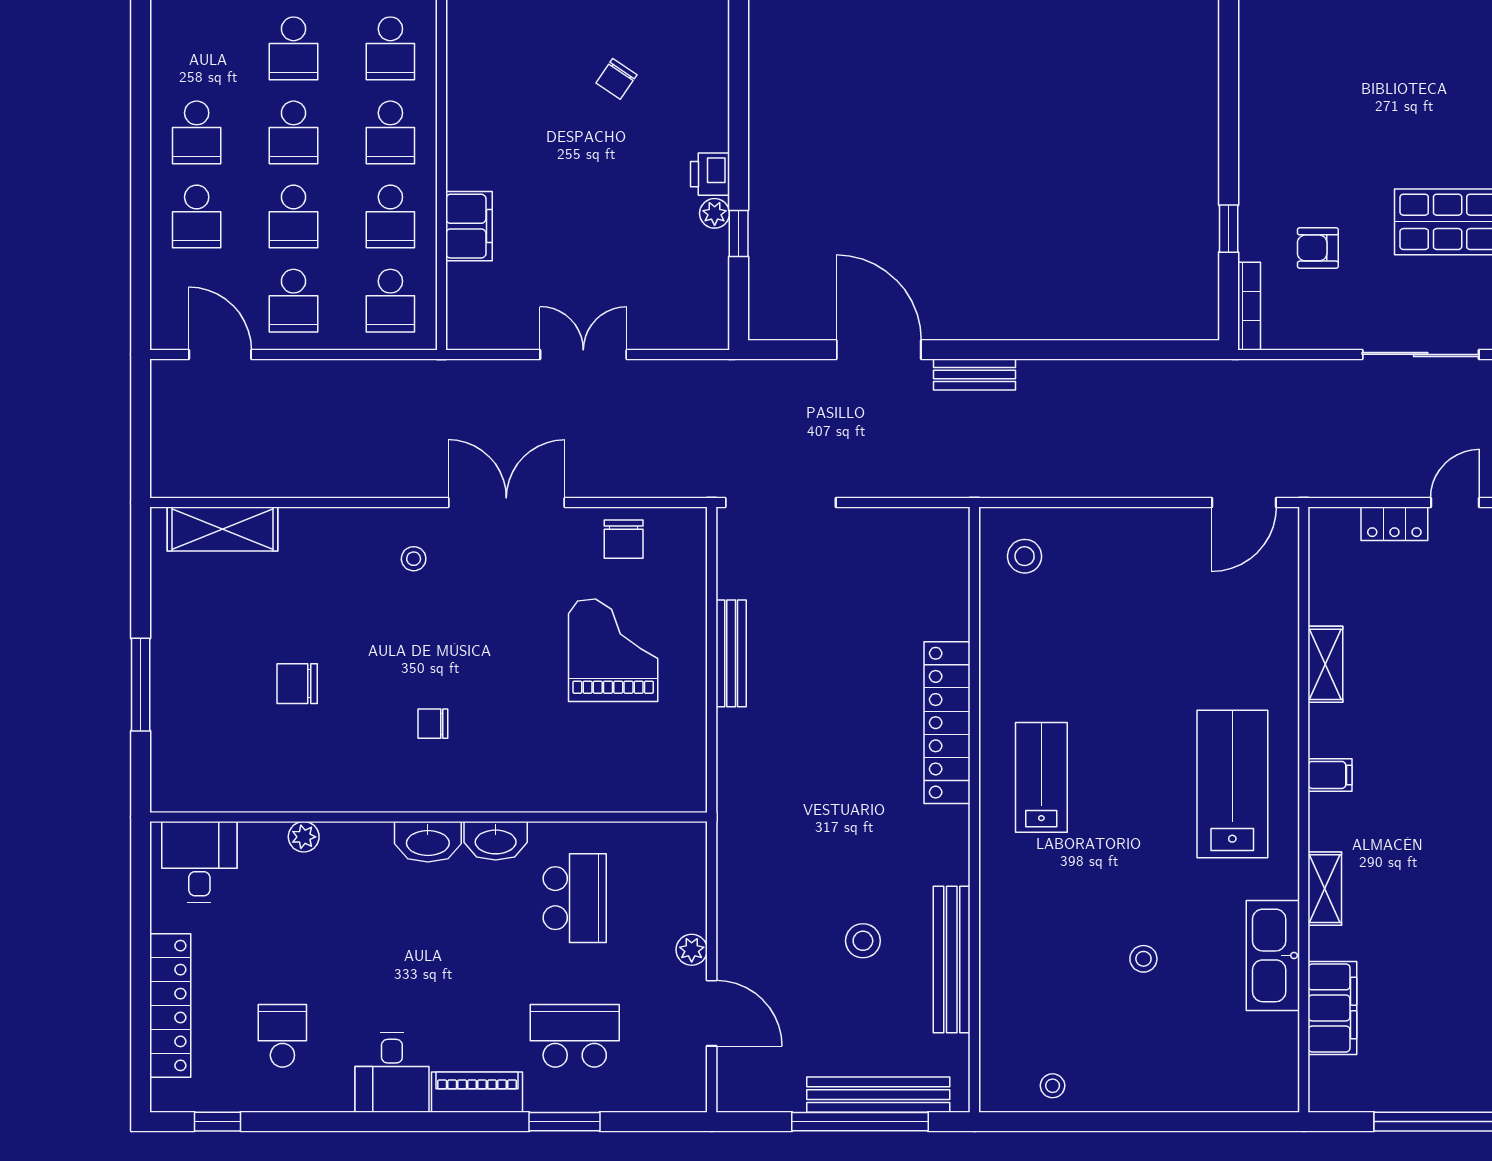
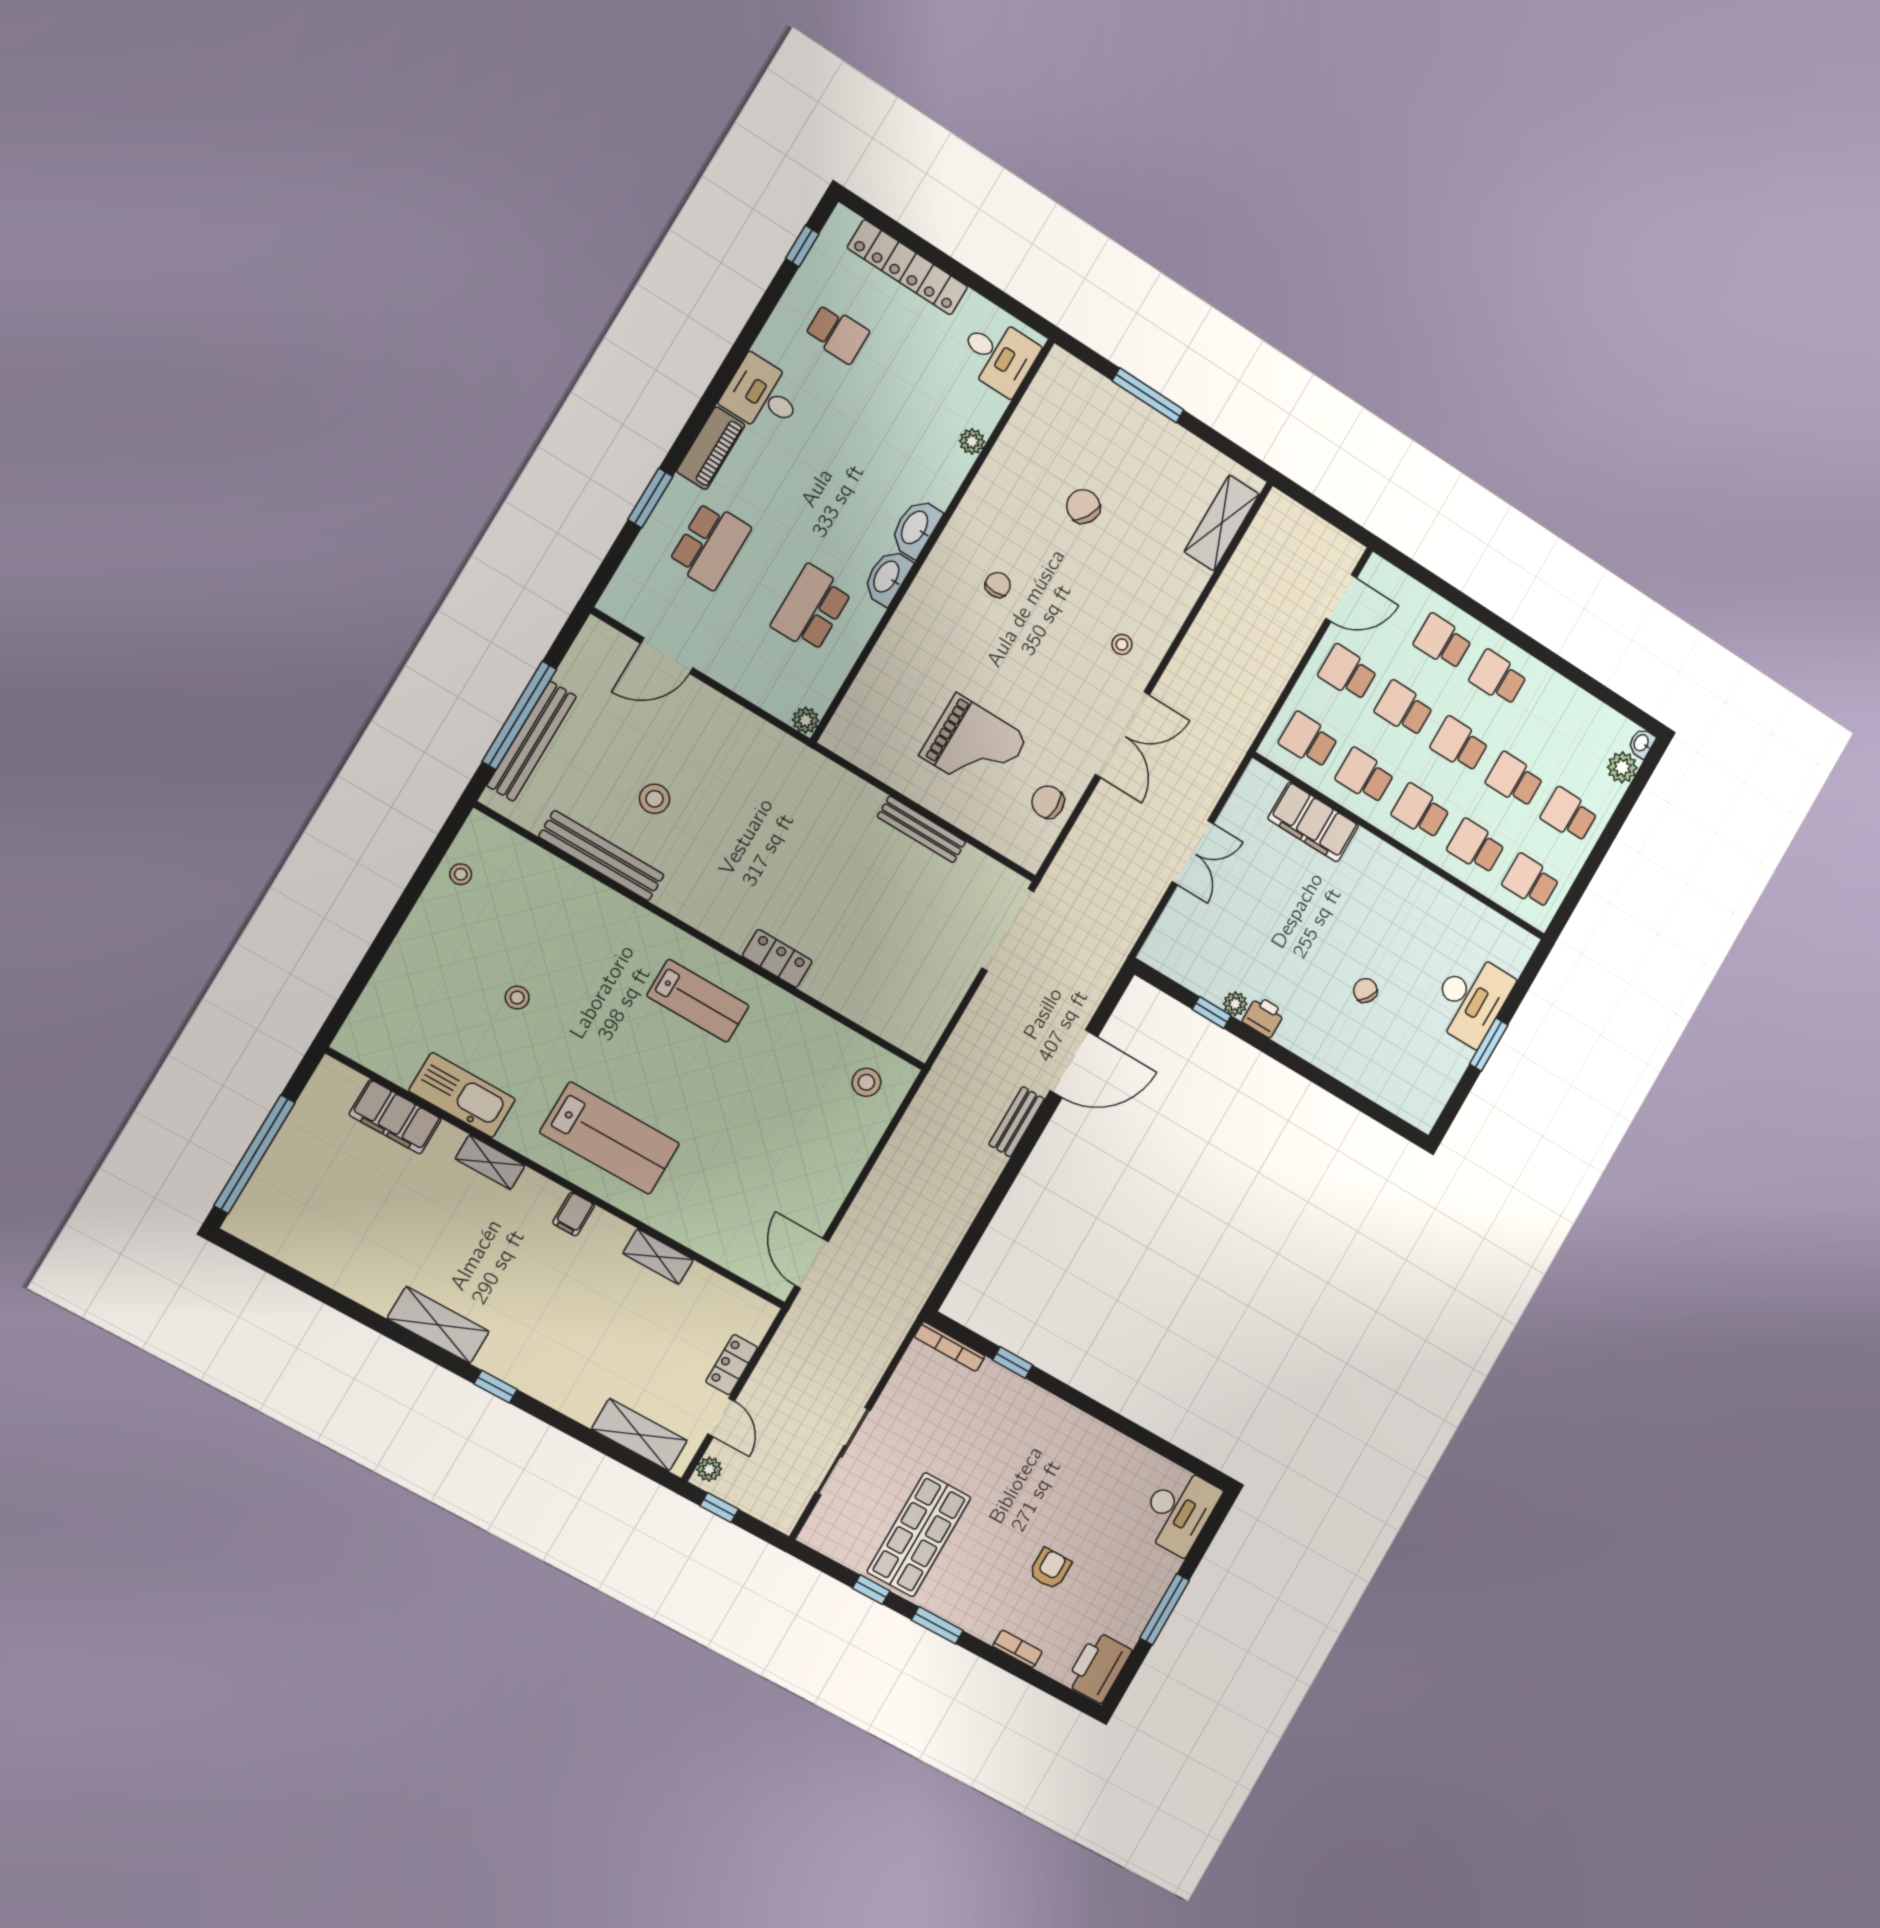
filing cabinet: (469, 226) -> (1313, 822), width x1.50, depth x1.17
armchair: (1318, 248) -> (1050, 1569), moved
chair: (297, 684) -> (1083, 506), turned -60
locker: (947, 723) -> (777, 958), width x0.46, depth x0.83
school desk: (575, 898) -> (811, 608), turned 90
plant: (692, 950) -> (806, 720), moved

